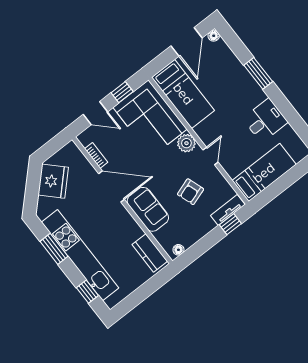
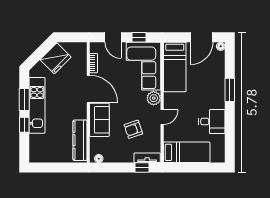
kitchen counter: (150, 253) -> (80, 140), width x1.50
kitchen unit: (80, 255) -> (37, 105), width x0.73
window: (87, 292) -> (24, 125), moved

